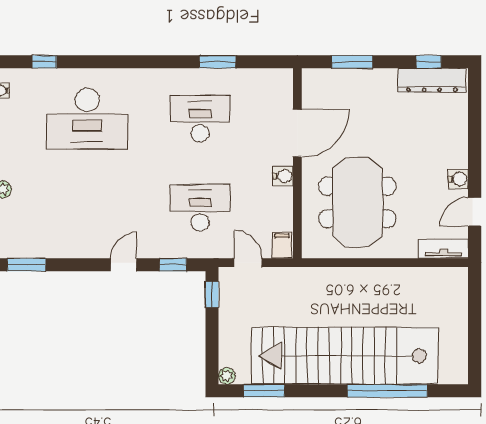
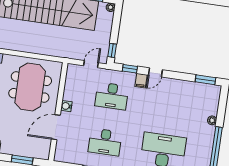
filing cabinet: (282, 245) -> (141, 81), moved
door: (248, 263) -> (91, 64), swing flipped

